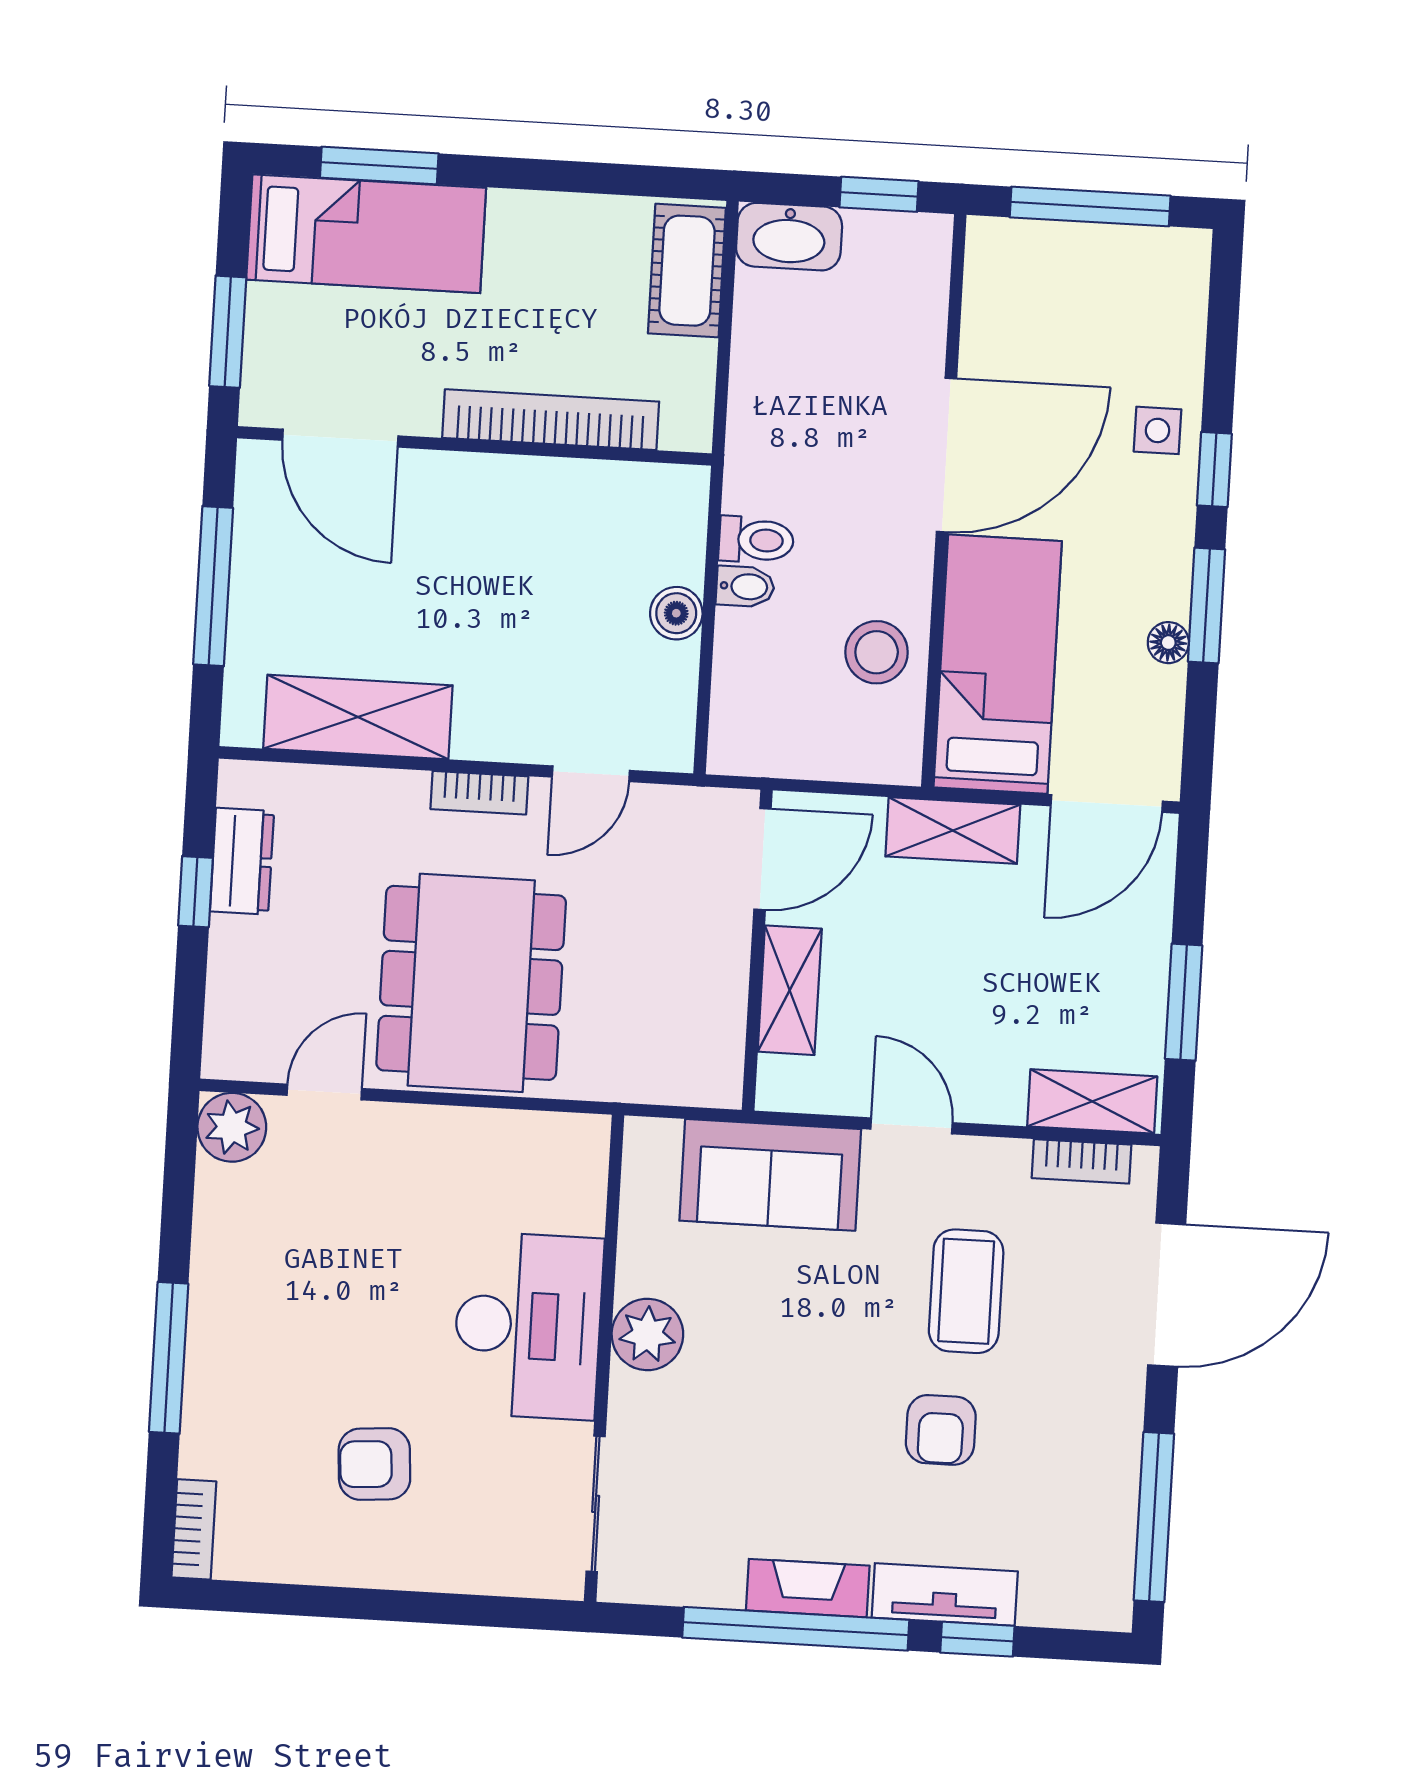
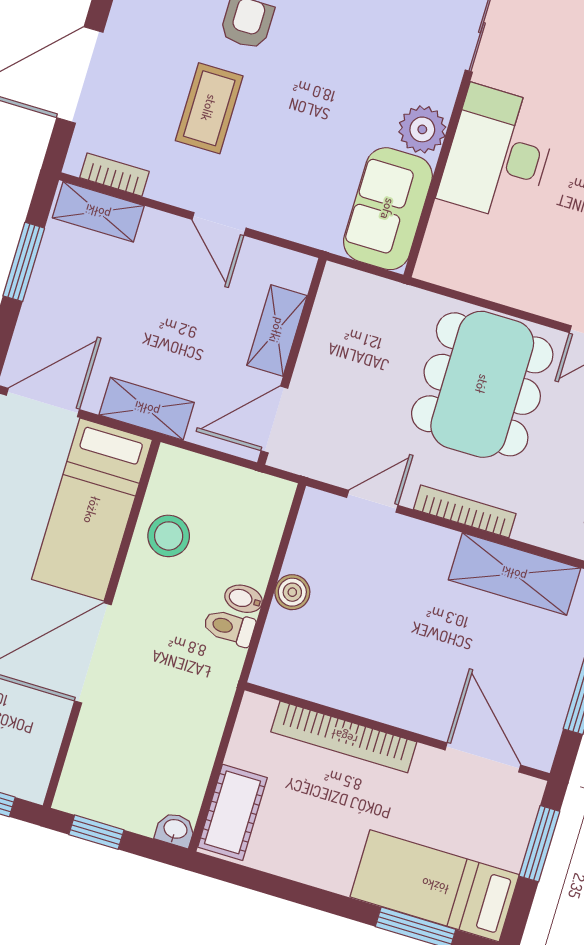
washbasin: (789, 237) -> (175, 830), width x0.52, depth x0.69
bookcase: (479, 793) -> (465, 511), width x1.56
sofa: (770, 1175) -> (388, 209), moved, turned -90

